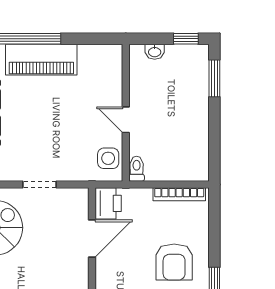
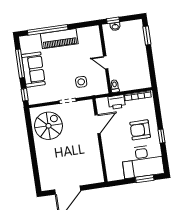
window: (186, 39) -> (113, 20), moved
side table: (108, 158) -> (81, 82), moved
printer: (108, 203) -> (117, 102), moved, turned 90
armchair: (174, 262) -> (140, 130), turned 90

